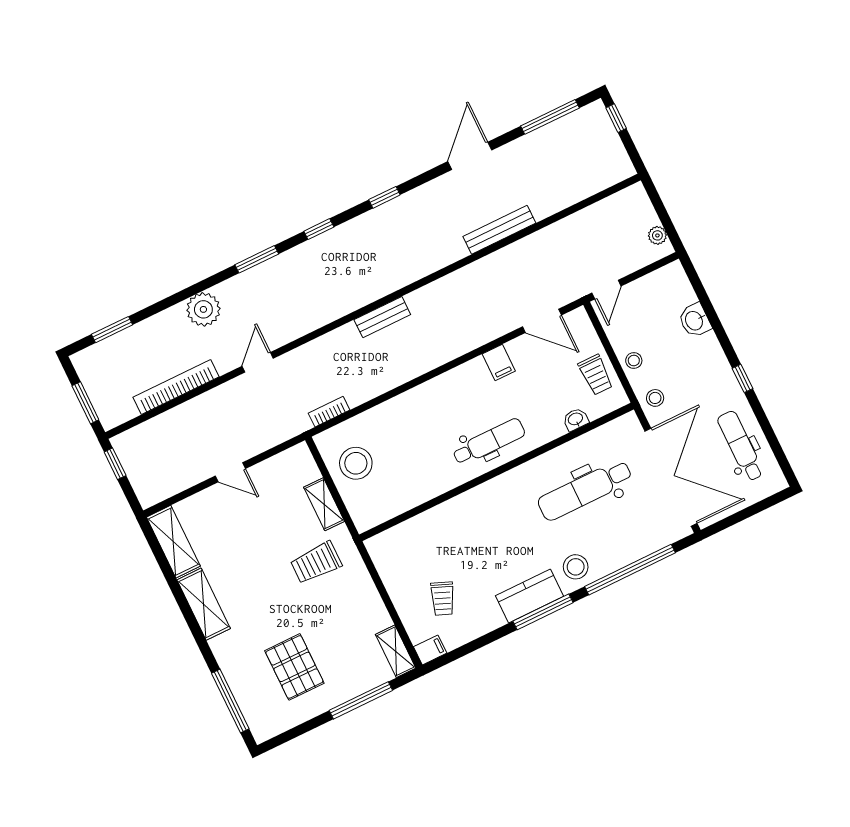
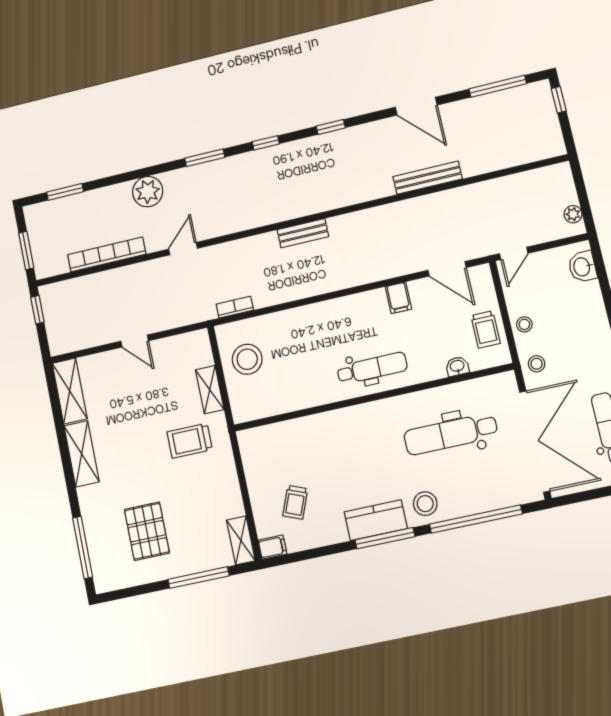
door: (470, 156) -> (416, 106), swing flipped
washbasin: (695, 320) -> (582, 267), moved

